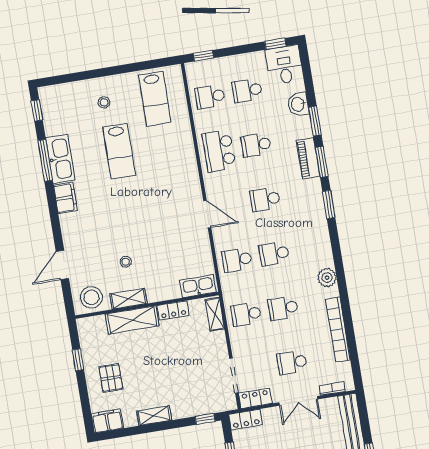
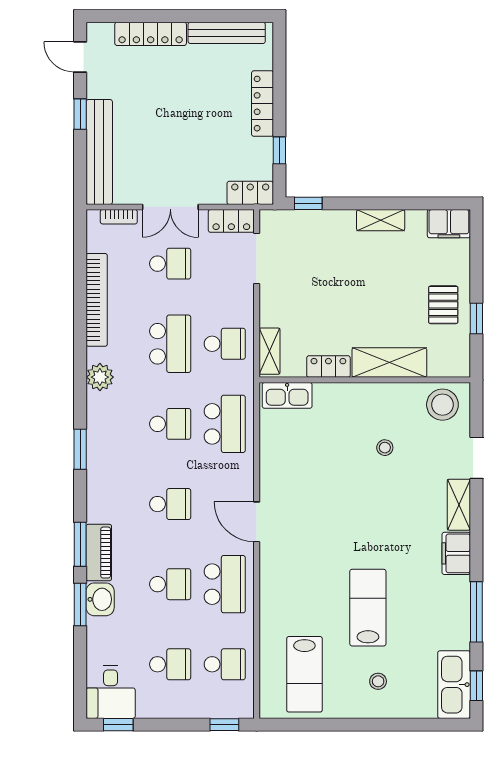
lab bench: (155, 99) -> (304, 674), turned 180
washbasin: (298, 104) -> (100, 599), moved
kitchen sink: (60, 159) -> (454, 685), moved
window: (329, 204) -> (80, 449), moved
door: (207, 214) -> (257, 522), moved
school desk: (237, 260) -> (225, 424), width x1.85
shelving: (128, 299) -> (459, 505), moved, turned 90
school desk: (283, 308) -> (170, 344), width x1.85
pallet: (111, 378) -> (443, 305), moved
double door: (298, 401) -> (170, 207), swing flipped

